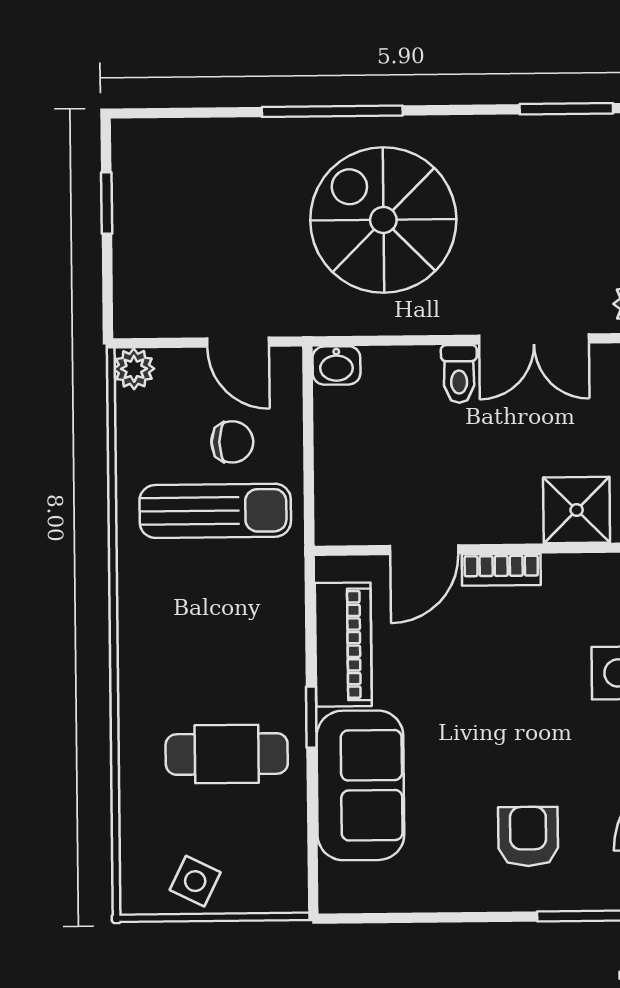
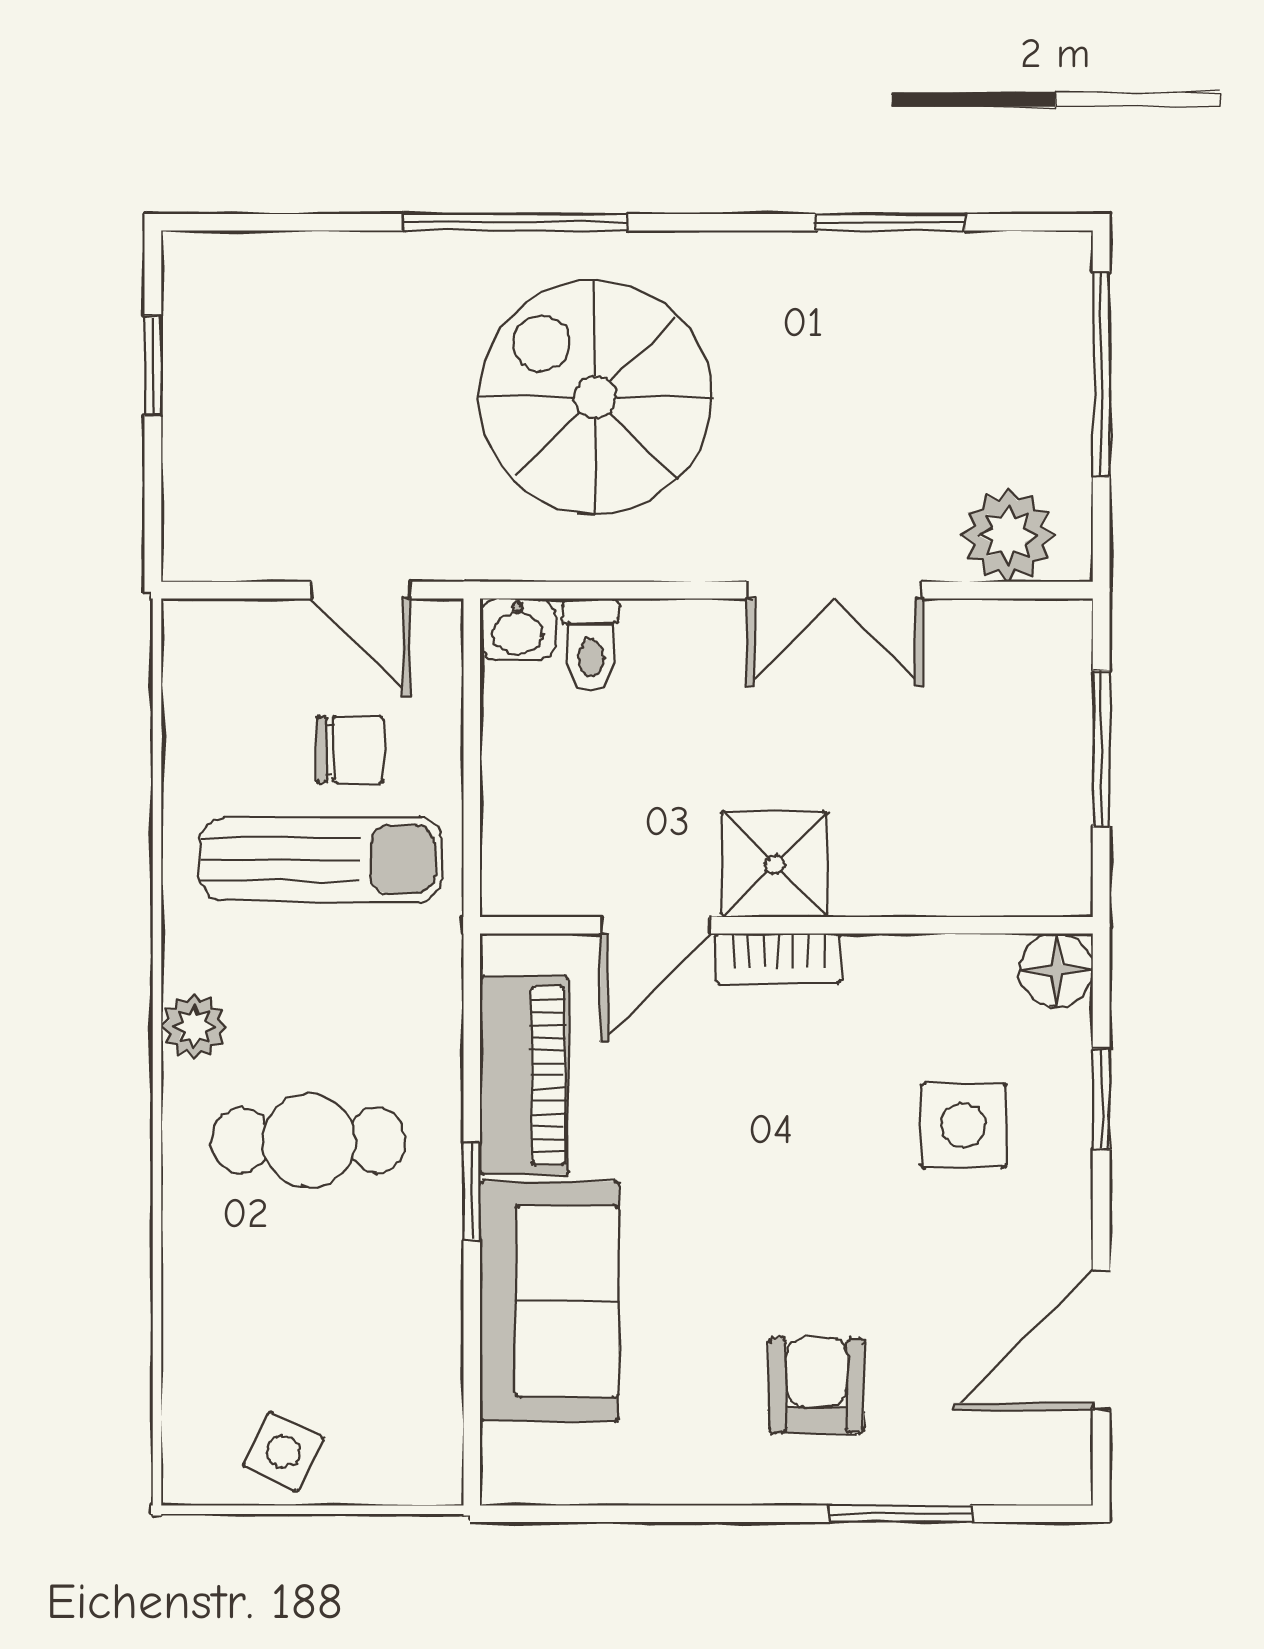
plant: (134, 369) -> (194, 1027), moved
toilet: (459, 374) -> (591, 645), moved
shower: (577, 510) -> (775, 864), moved
cafe table: (227, 754) -> (309, 1140), moved

